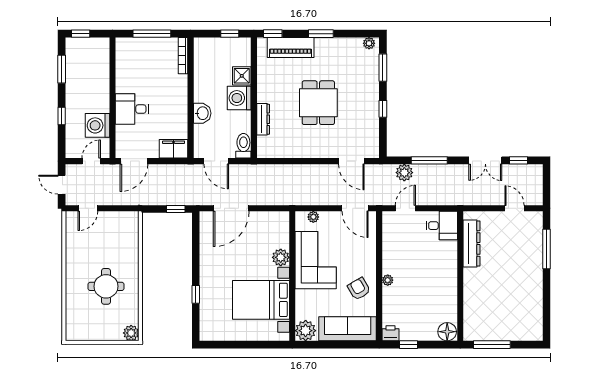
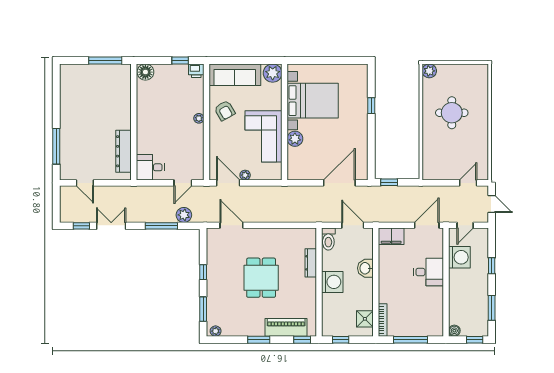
boiler: (103, 44) -> (454, 331), added
shower: (242, 76) -> (365, 319), moved
plant: (313, 217) -> (245, 175), moved

